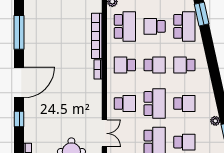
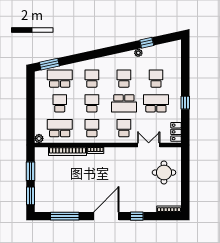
school desk: (155, 26) -> (60, 103), turned 180
school desk: (125, 65) -> (92, 128), turned 180
school desk: (184, 65) -> (92, 79), turned 180
door: (19, 82) -> (106, 216), hinge flipped
school desk: (155, 104) -> (124, 103), turned 180

